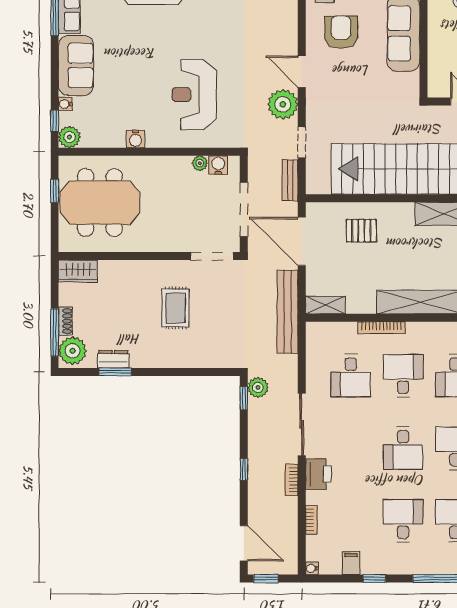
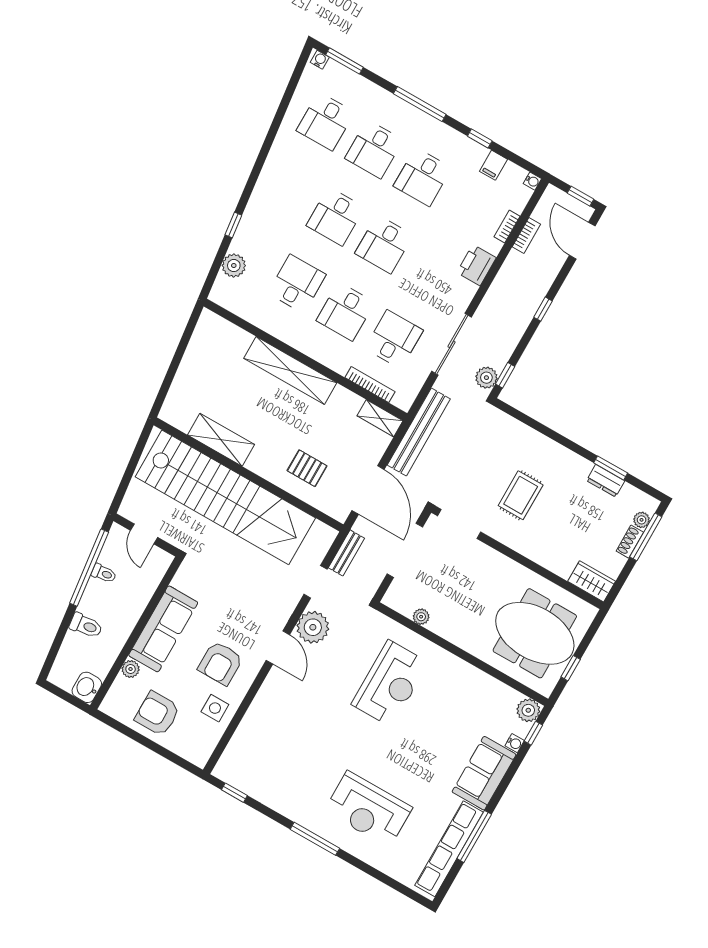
water cooler: (135, 139) -> (468, 673), removed
water cooler: (218, 165) -> (405, 605), removed
bookcase: (381, 328) -> (370, 385), moved
plant: (73, 351) -> (642, 520), width x0.53, depth x0.53
sliding door: (302, 424) -> (452, 344), moved
desk: (403, 448) -> (384, 244), turned 180
bookcase: (292, 480) -> (526, 236), moved

